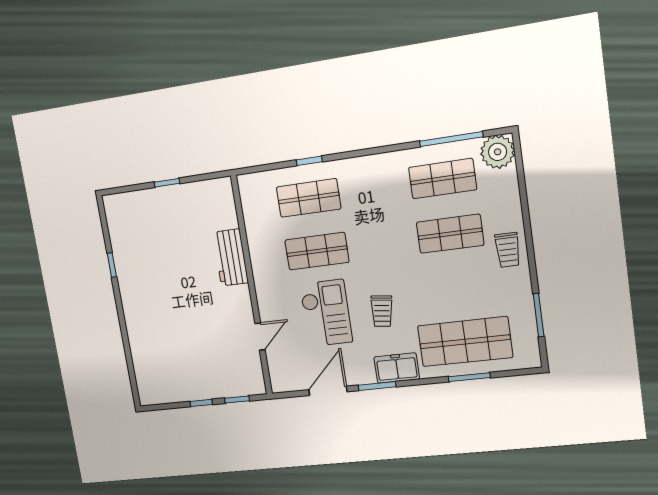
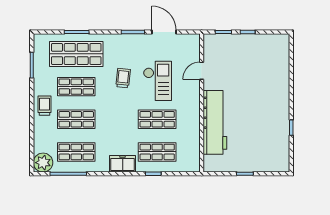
workbench: (231, 258) -> (215, 122), width x1.88, depth x1.32
shop shelf: (458, 288) -> (76, 87), added
checkout: (326, 313) -> (158, 81), turned 180
freezer: (397, 368) -> (123, 164), moved, turned 180
door: (328, 391) -> (164, 32), swing flipped

